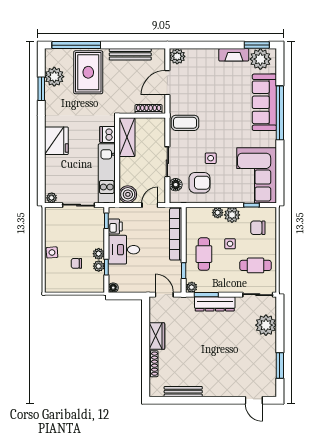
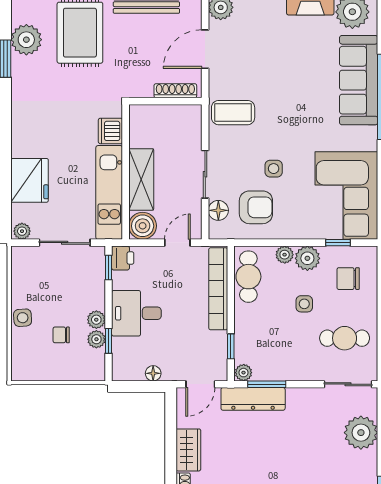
shelving: (127, 137) -> (141, 179), moved
fridge: (56, 141) -> (30, 180), moved
printer: (115, 226) -> (123, 258), moved
cafe table: (204, 254) -> (248, 277), moved
floor lamp: (113, 288) -> (153, 373), moved
door: (164, 295) -> (200, 384), swing flipped
dresser: (215, 304) -> (253, 399), moved

